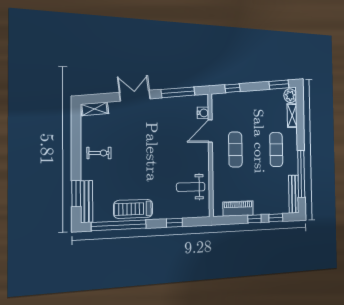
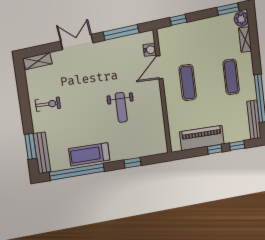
weight bench: (191, 187) -> (121, 107), moved, turned -90
piano: (238, 208) -> (202, 138), width x1.37, depth x1.33

